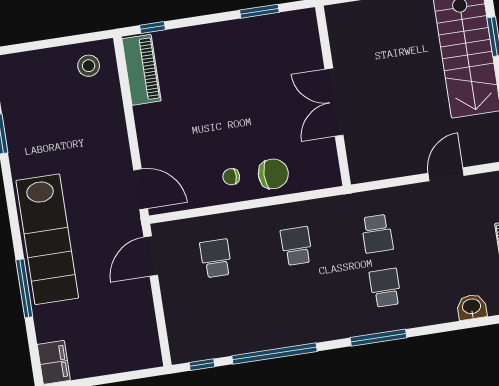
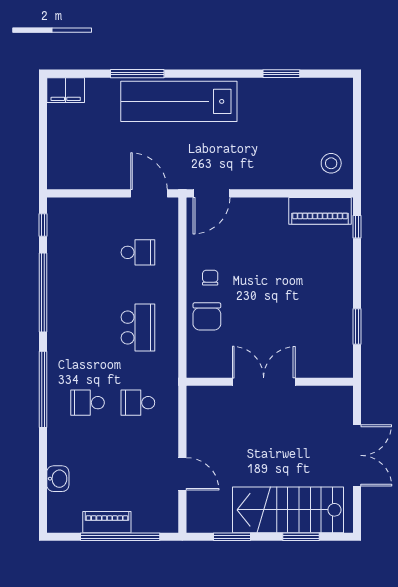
school desk: (296, 246) -> (138, 328), width x1.85
school desk: (385, 288) -> (87, 403), turned 180
window: (378, 338) -> (43, 389), width x1.46

